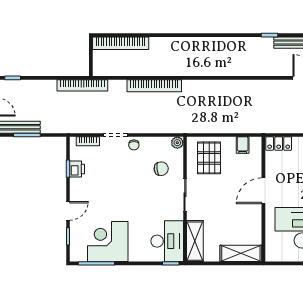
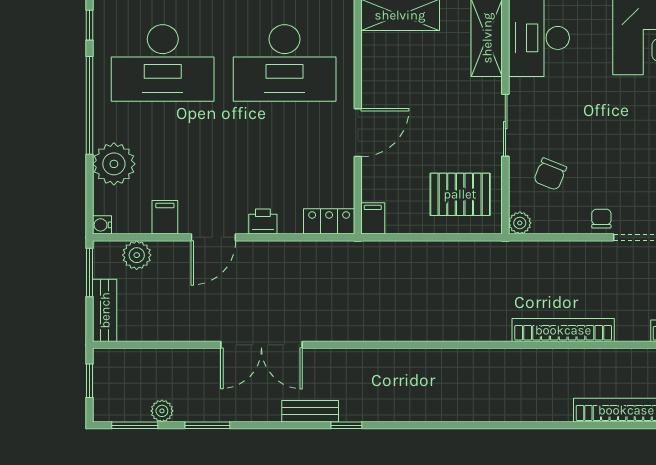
filing cabinet: (243, 145) -> (373, 218), moved
pallet: (209, 158) -> (460, 194), turned 90
chair: (161, 169) -> (550, 174), turned -61

